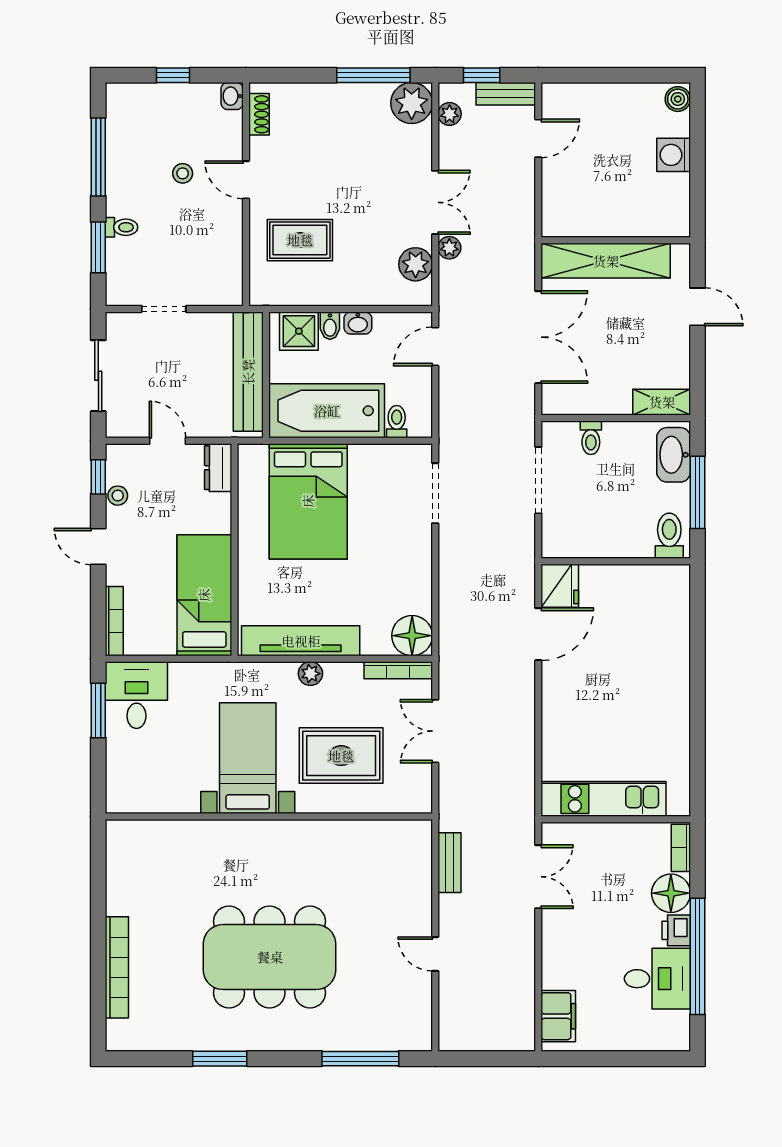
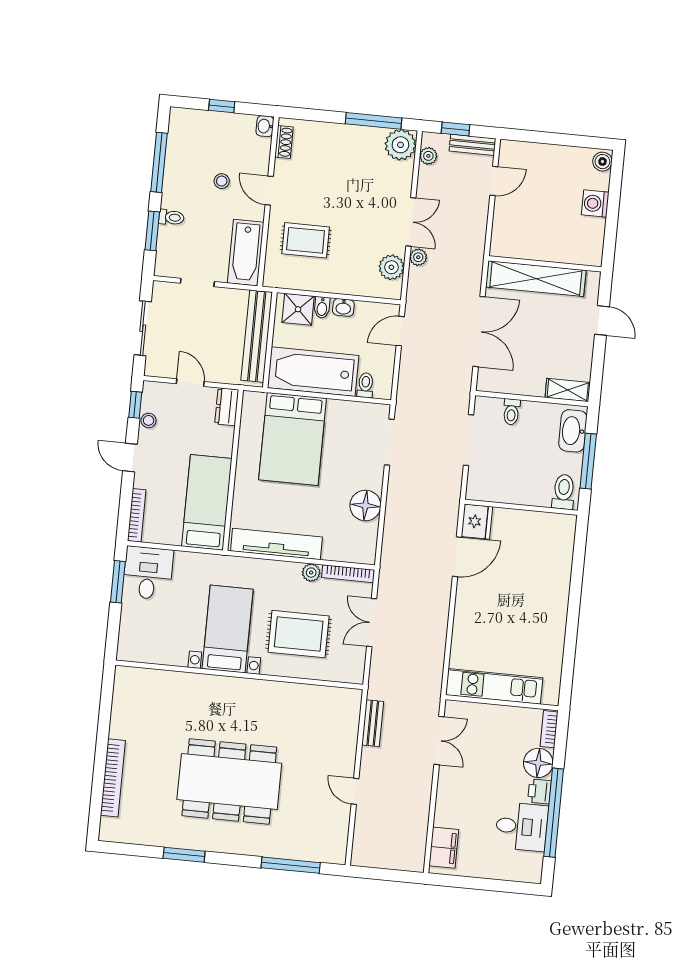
bathtub: (223, 264) -> (246, 253), added
floor lamp: (412, 636) -> (365, 505), moved
plant: (310, 674) -> (311, 573), moved

